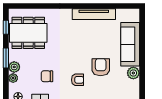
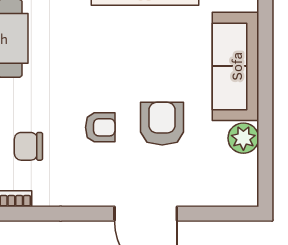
armchair: (78, 80) -> (100, 127), moved

